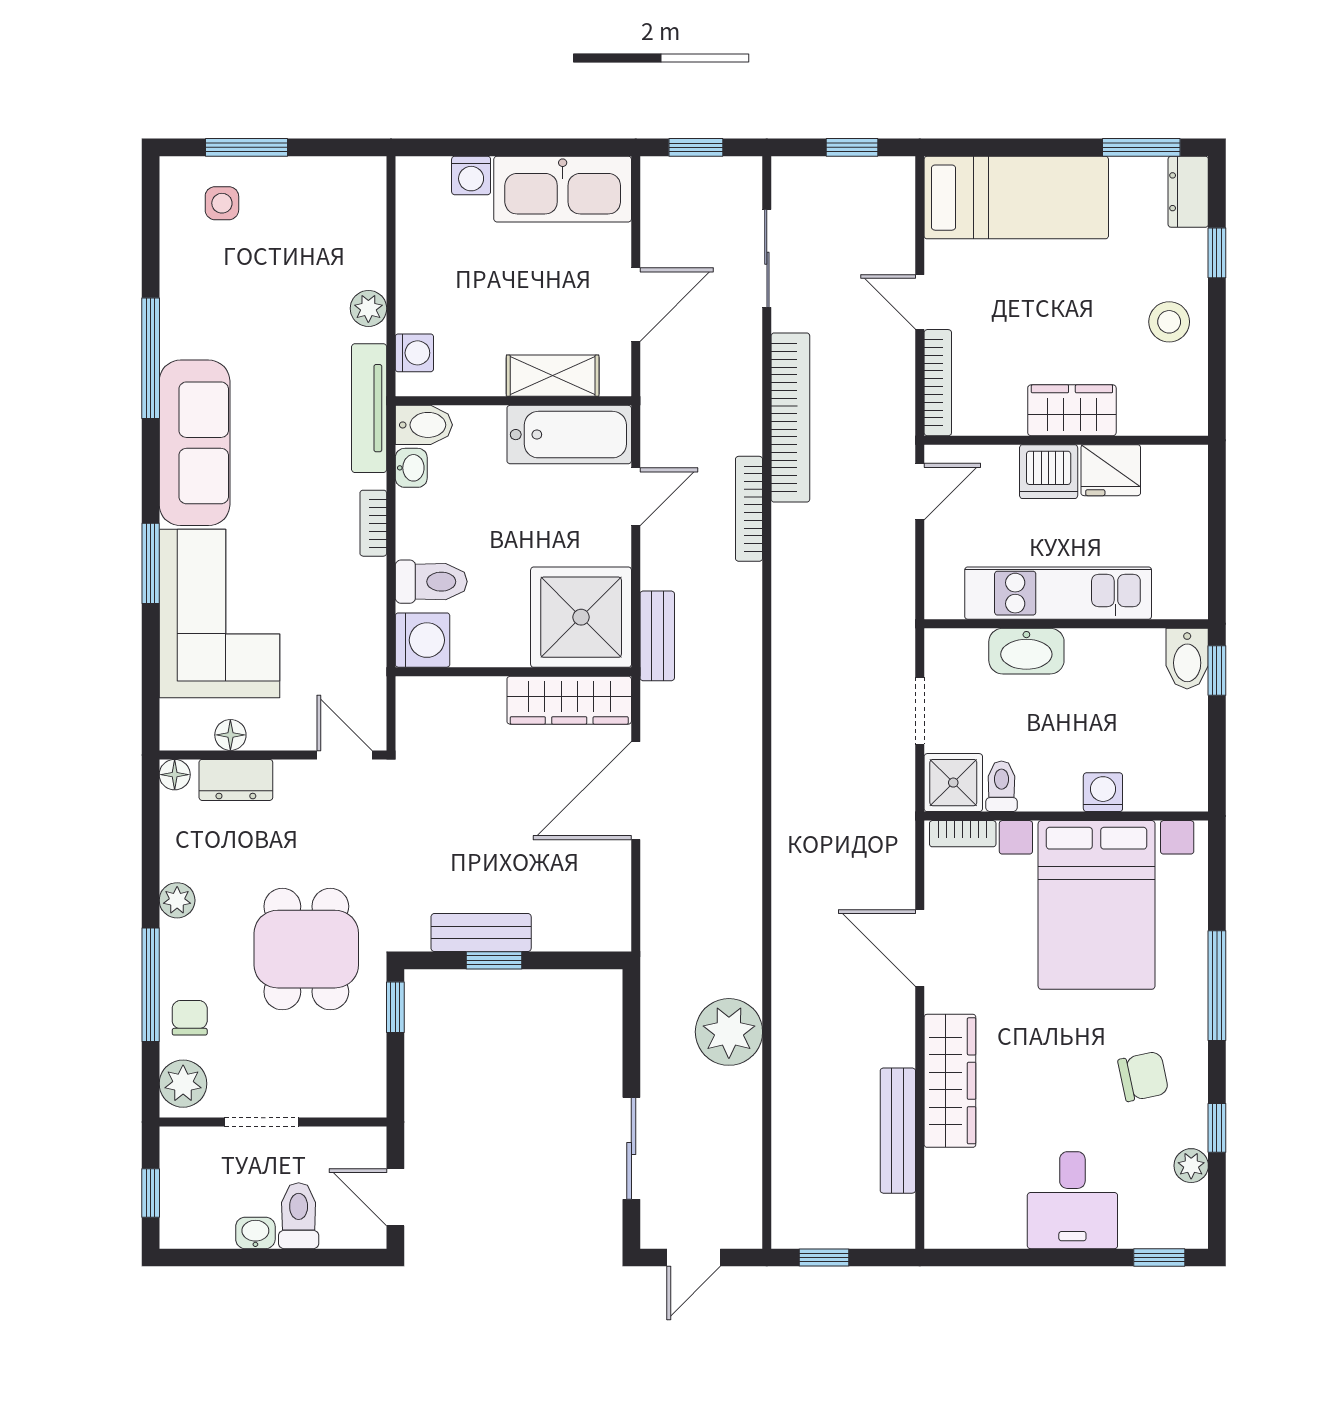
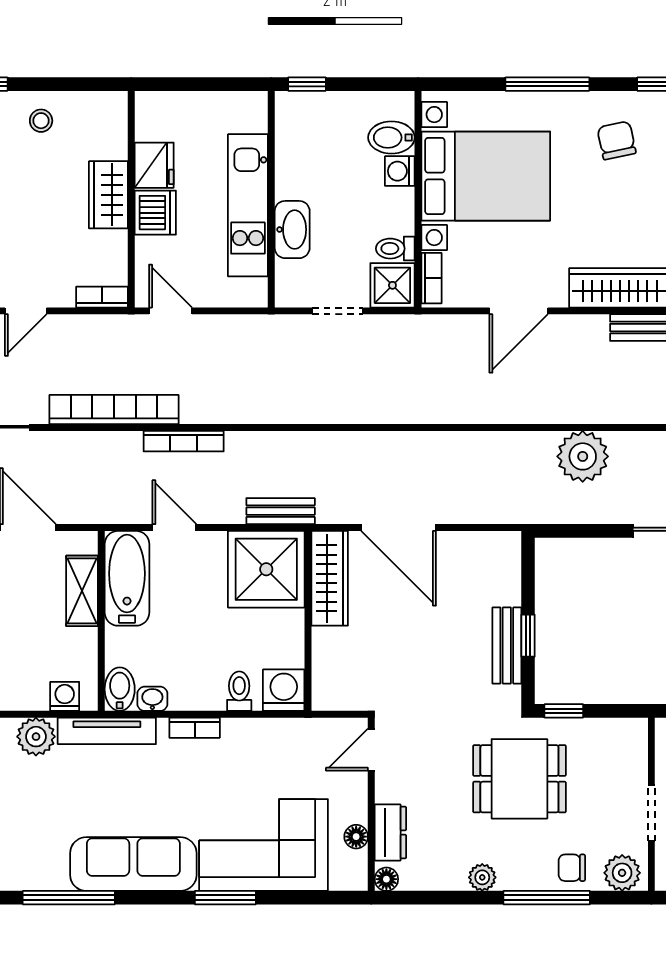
plant: (368, 308) -> (36, 737), width x1.38, depth x1.38
stool: (1169, 322) -> (41, 121), width x0.73, depth x0.73
bookcase: (938, 383) -> (102, 297), width x0.64
toilet: (431, 582) -> (239, 691), width x0.73, depth x0.72
bidet: (1187, 659) -> (391, 137), moved, turned 180

